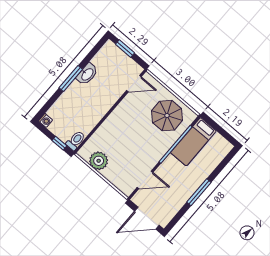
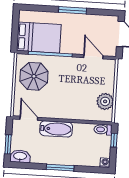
washbasin: (87, 74) -> (20, 156), moved
bathtub: (107, 100) -> (56, 129), added
bed: (193, 142) -> (39, 38), width x1.50

